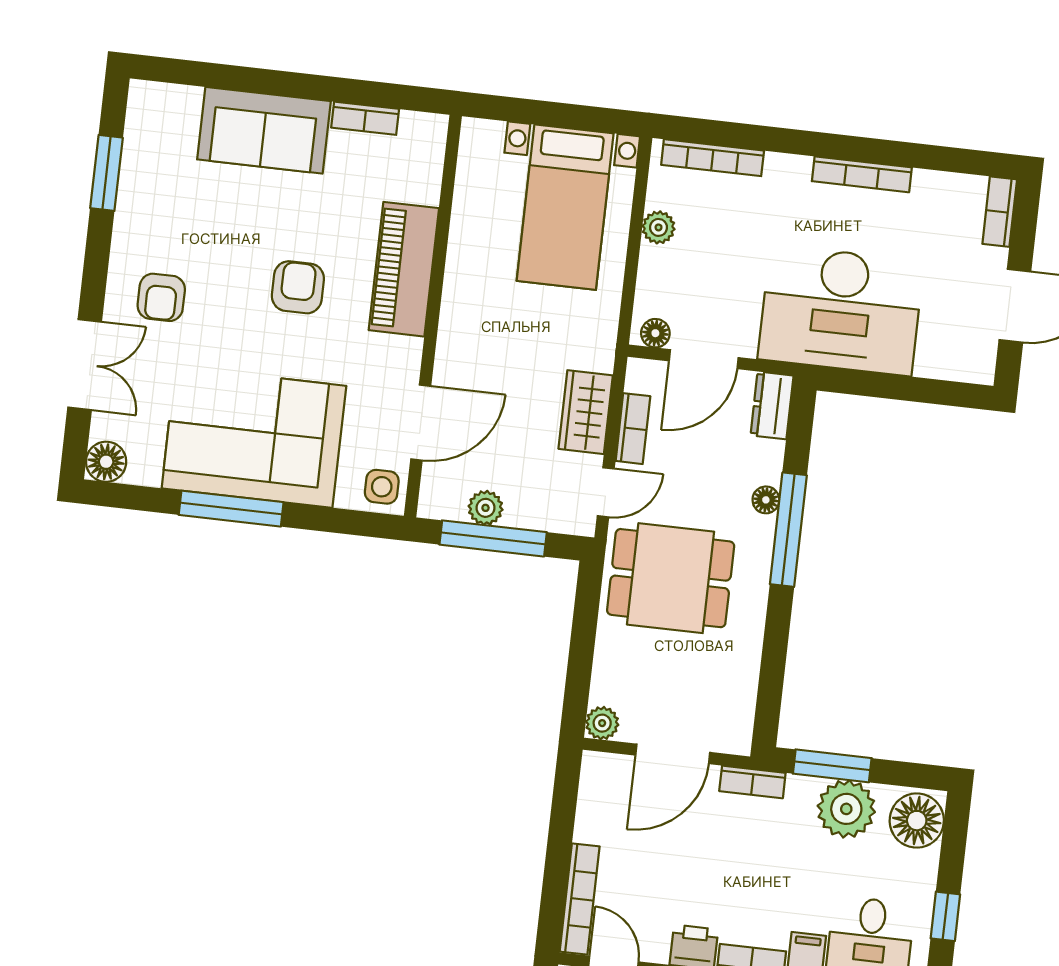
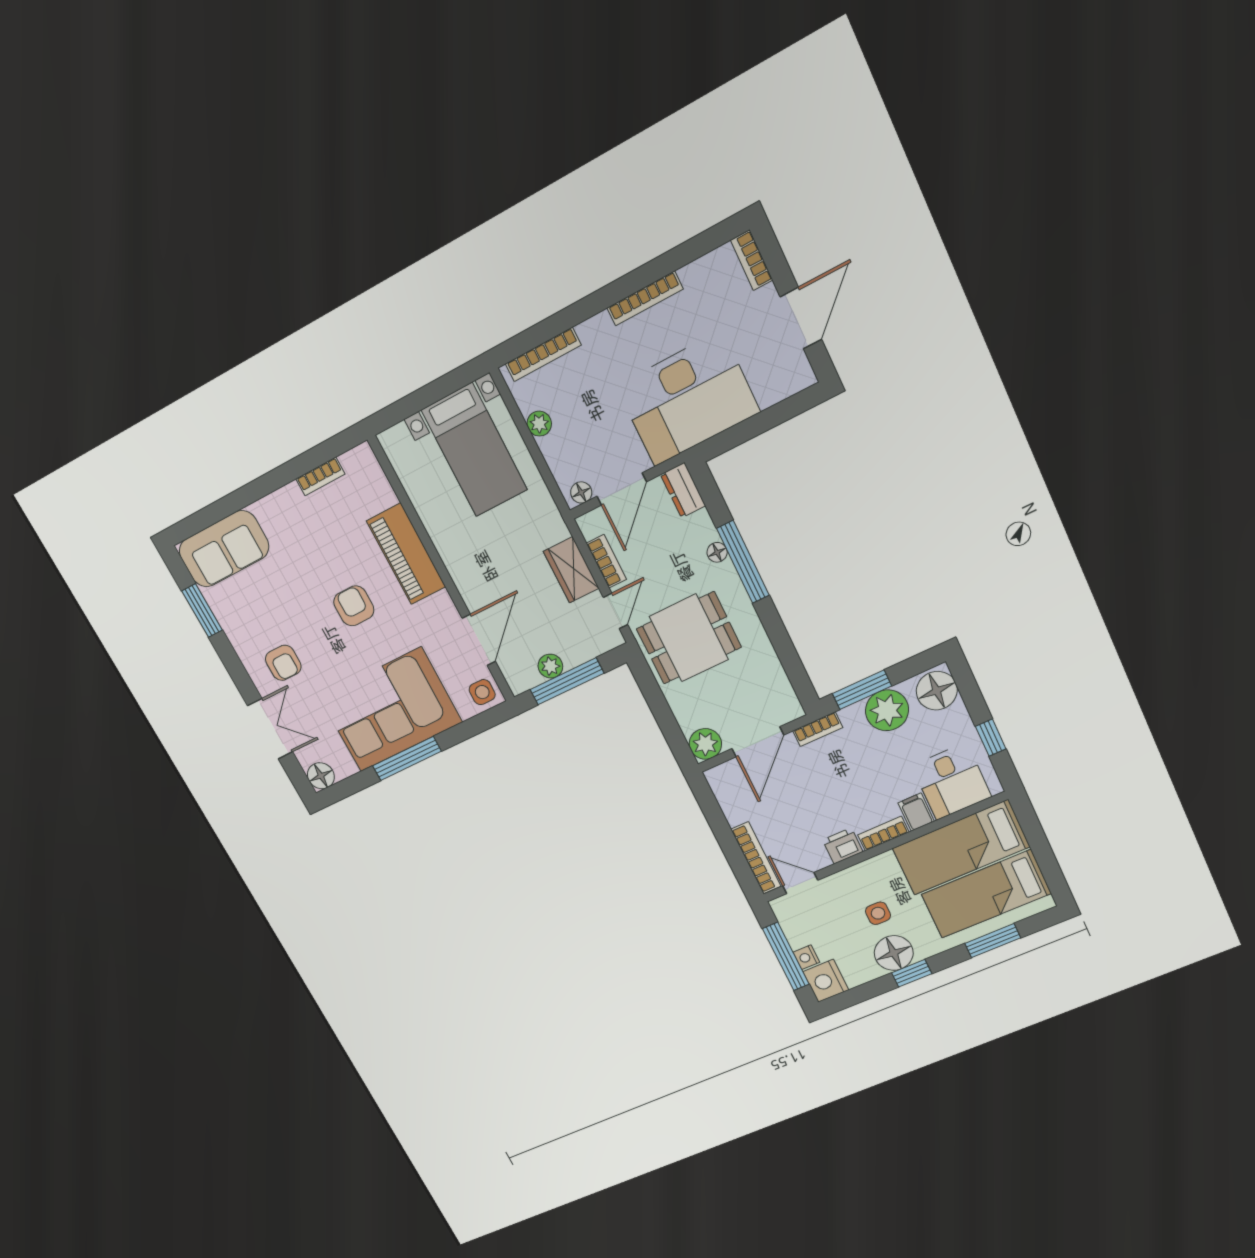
sofa: (264, 130) -> (224, 549), moved
plant: (602, 723) -> (705, 744), width x1.38, depth x1.38

